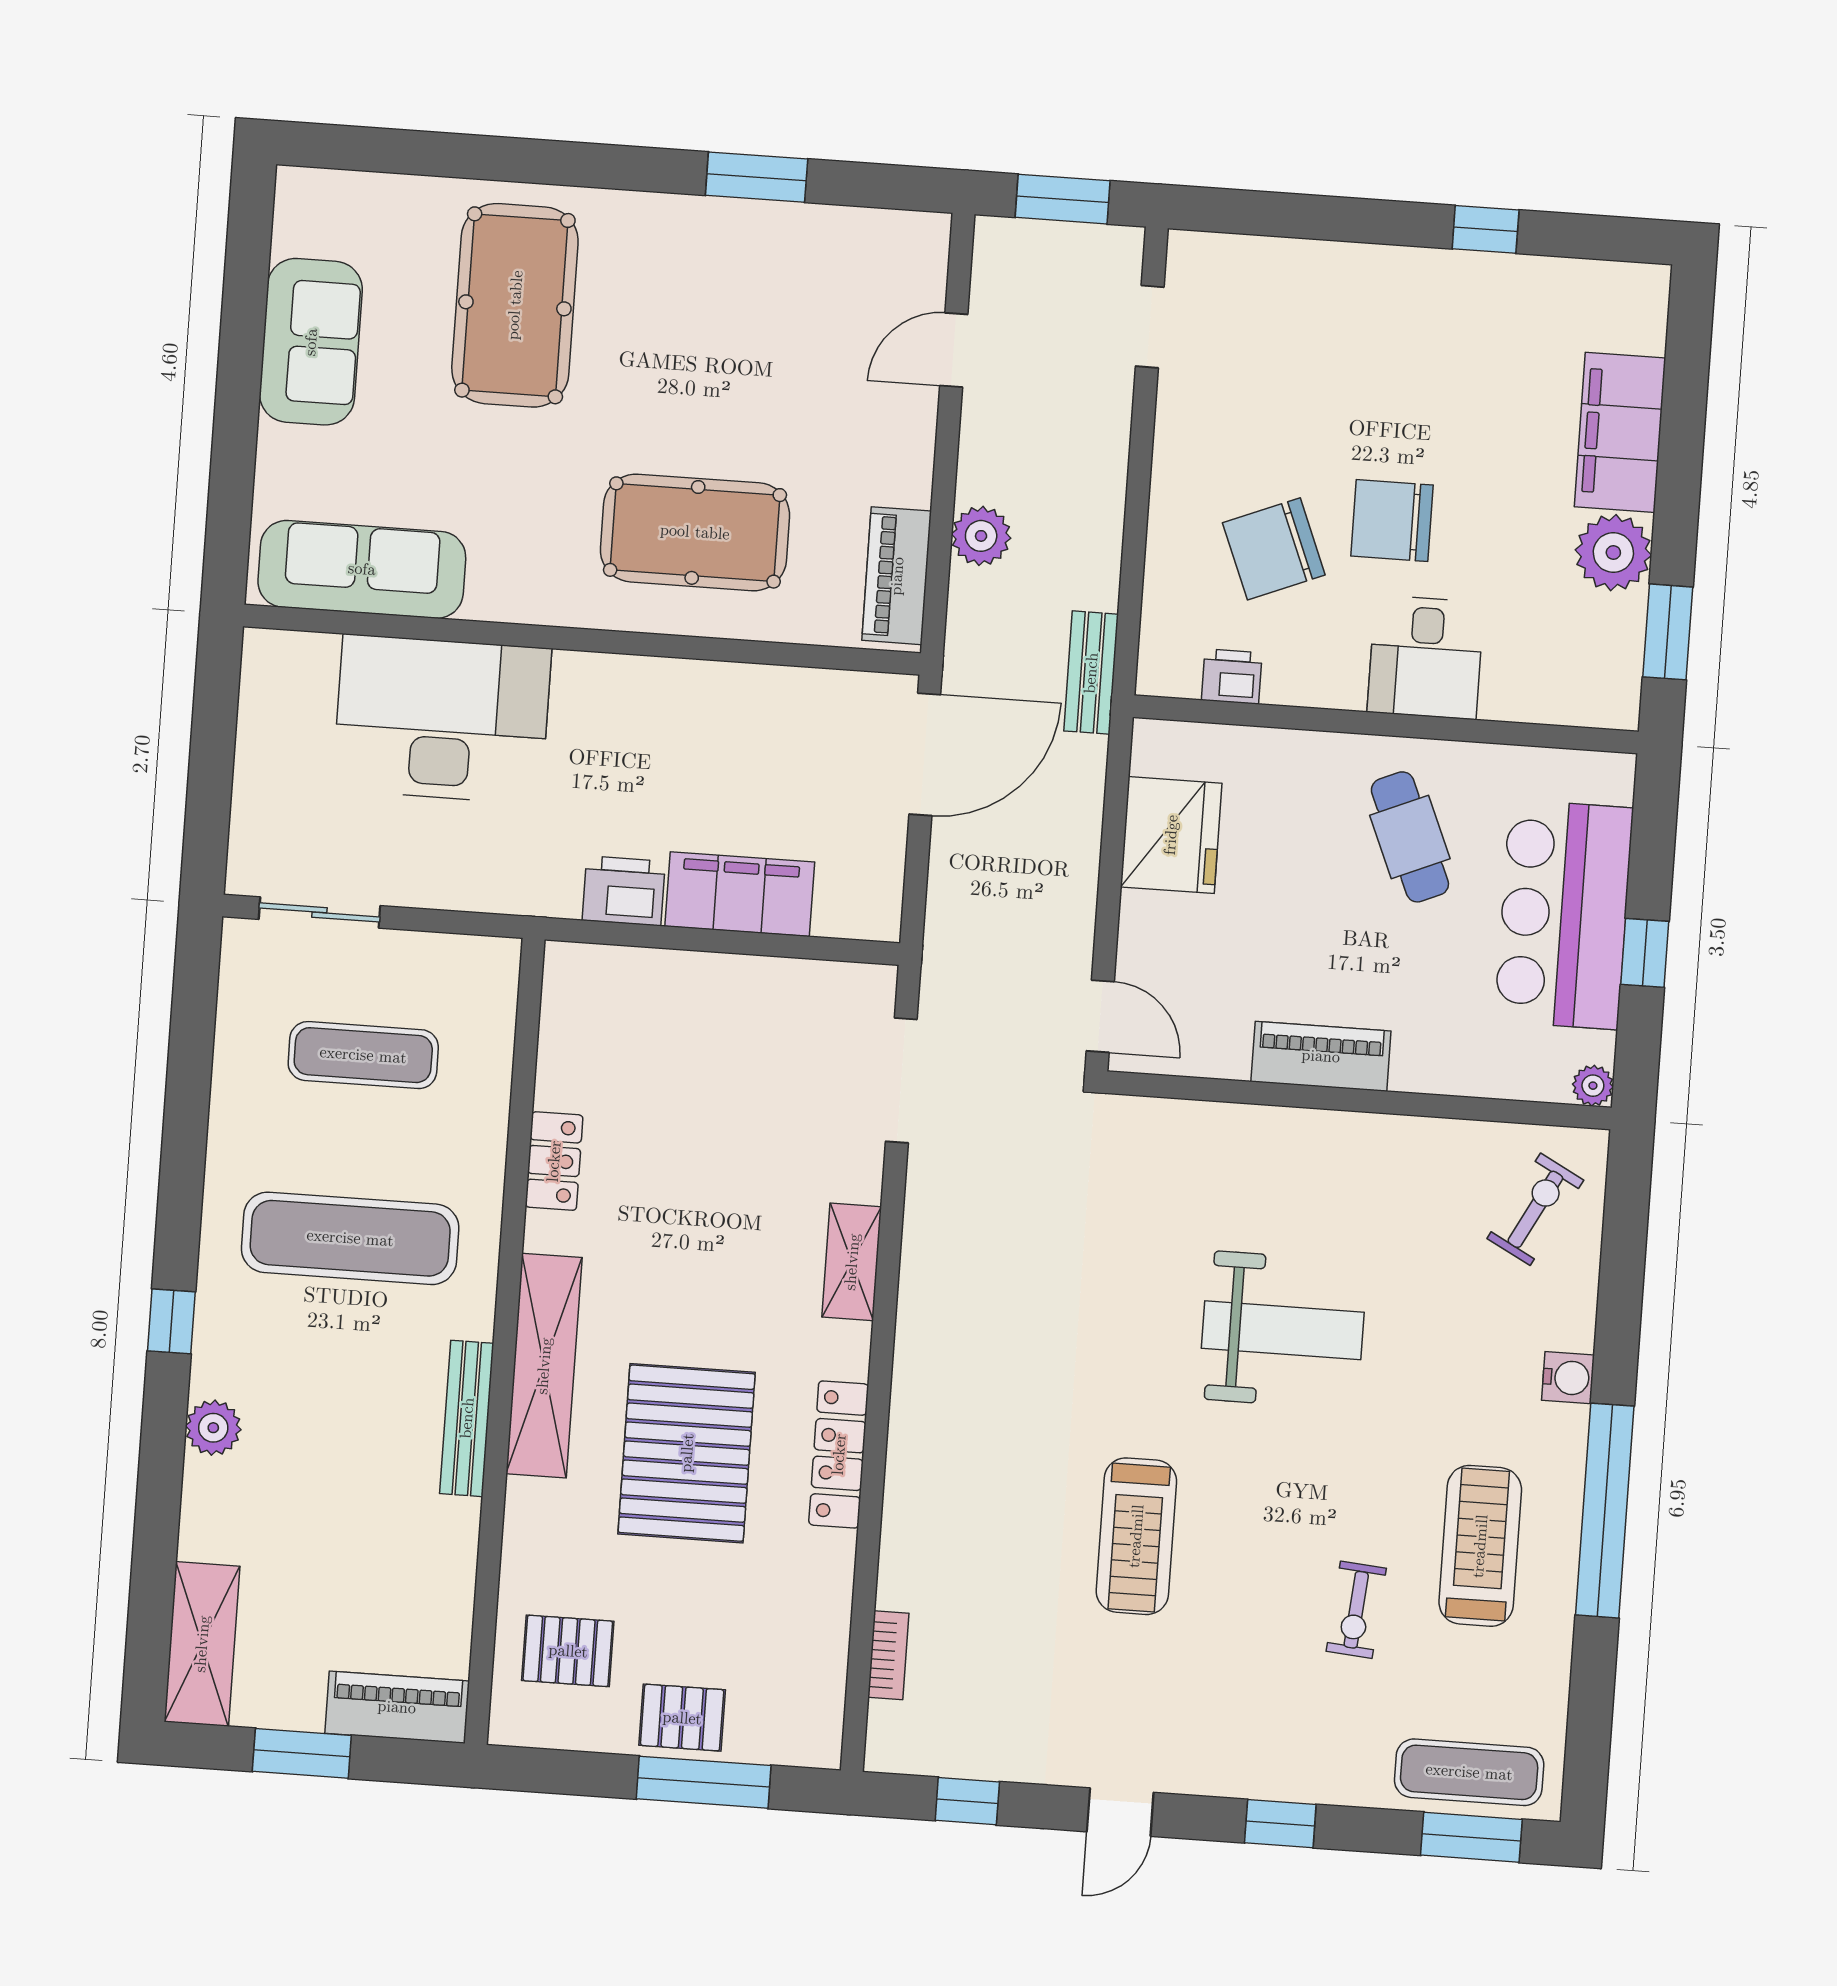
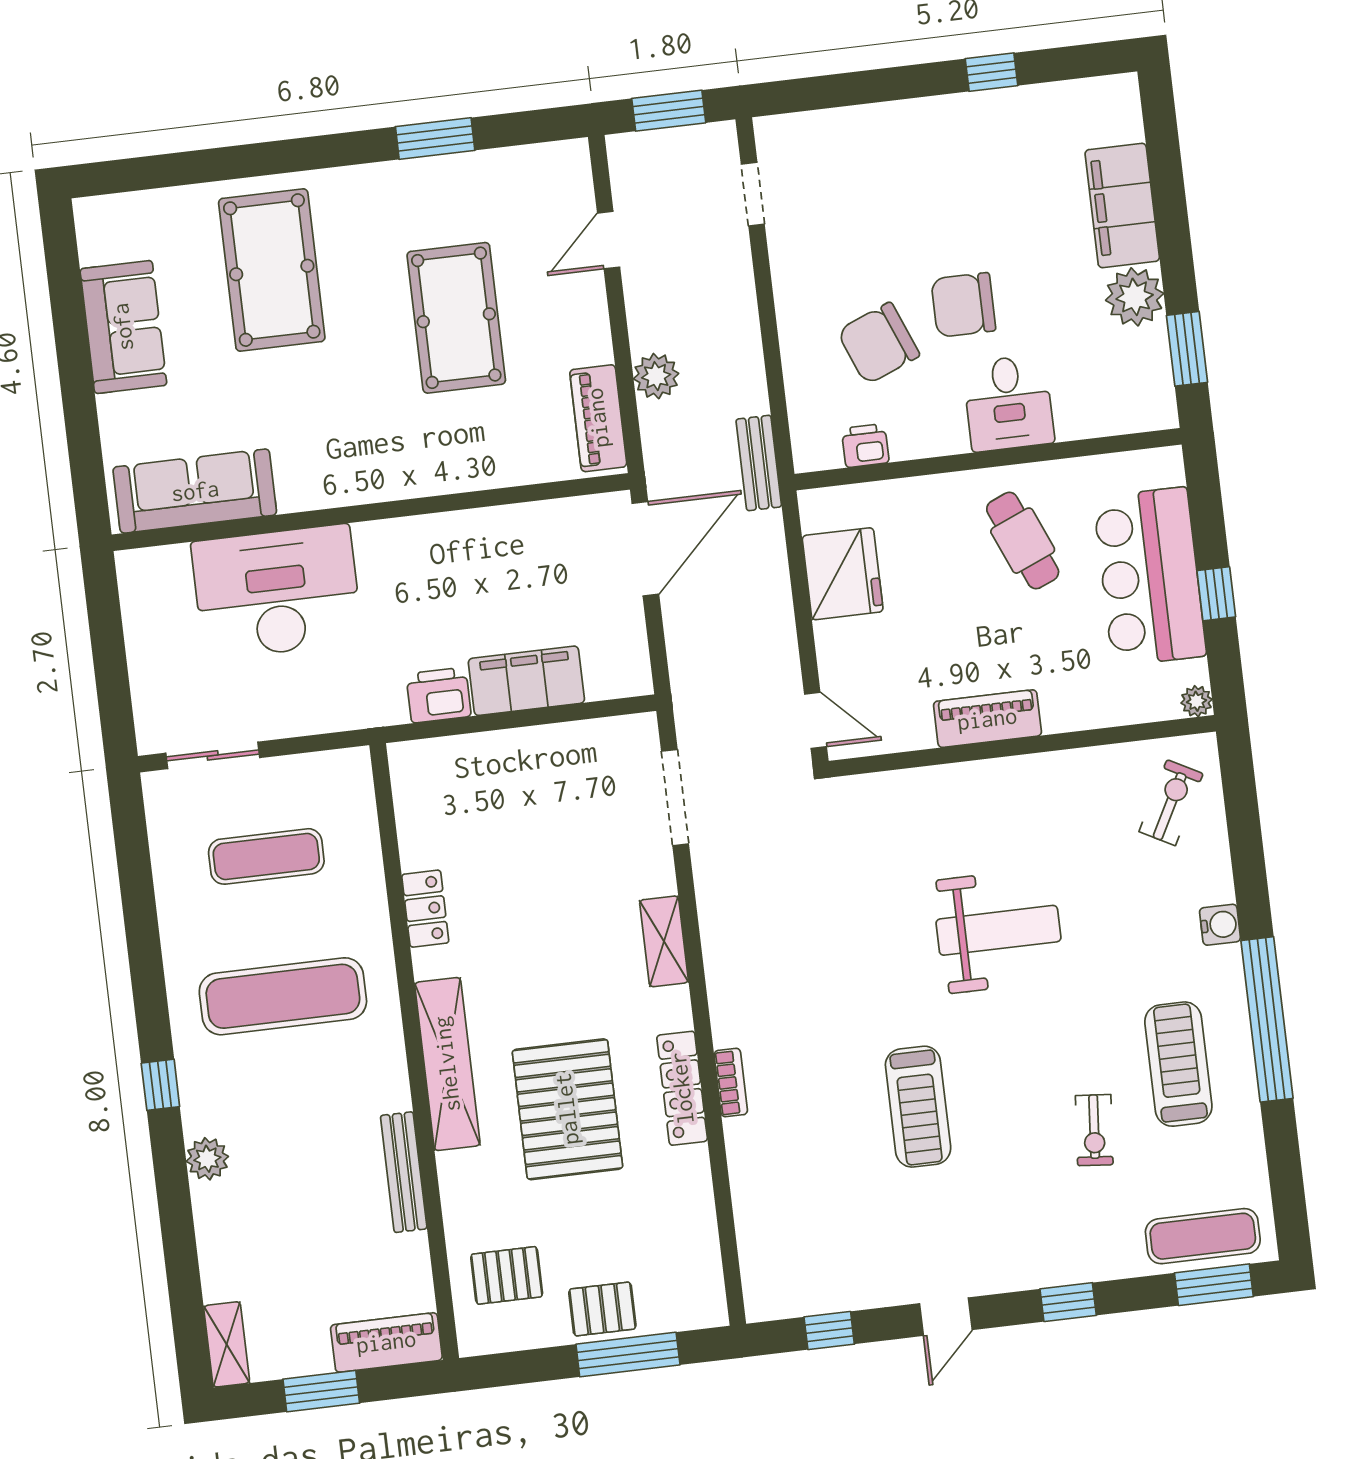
pool table: (695, 532) -> (456, 318), moved, turned 90
bench: (467, 1418) -> (404, 1172), moved
shelving: (202, 1644) -> (227, 1344), width x0.67, depth x0.75
bookcase: (888, 1655) -> (731, 1083), moved

